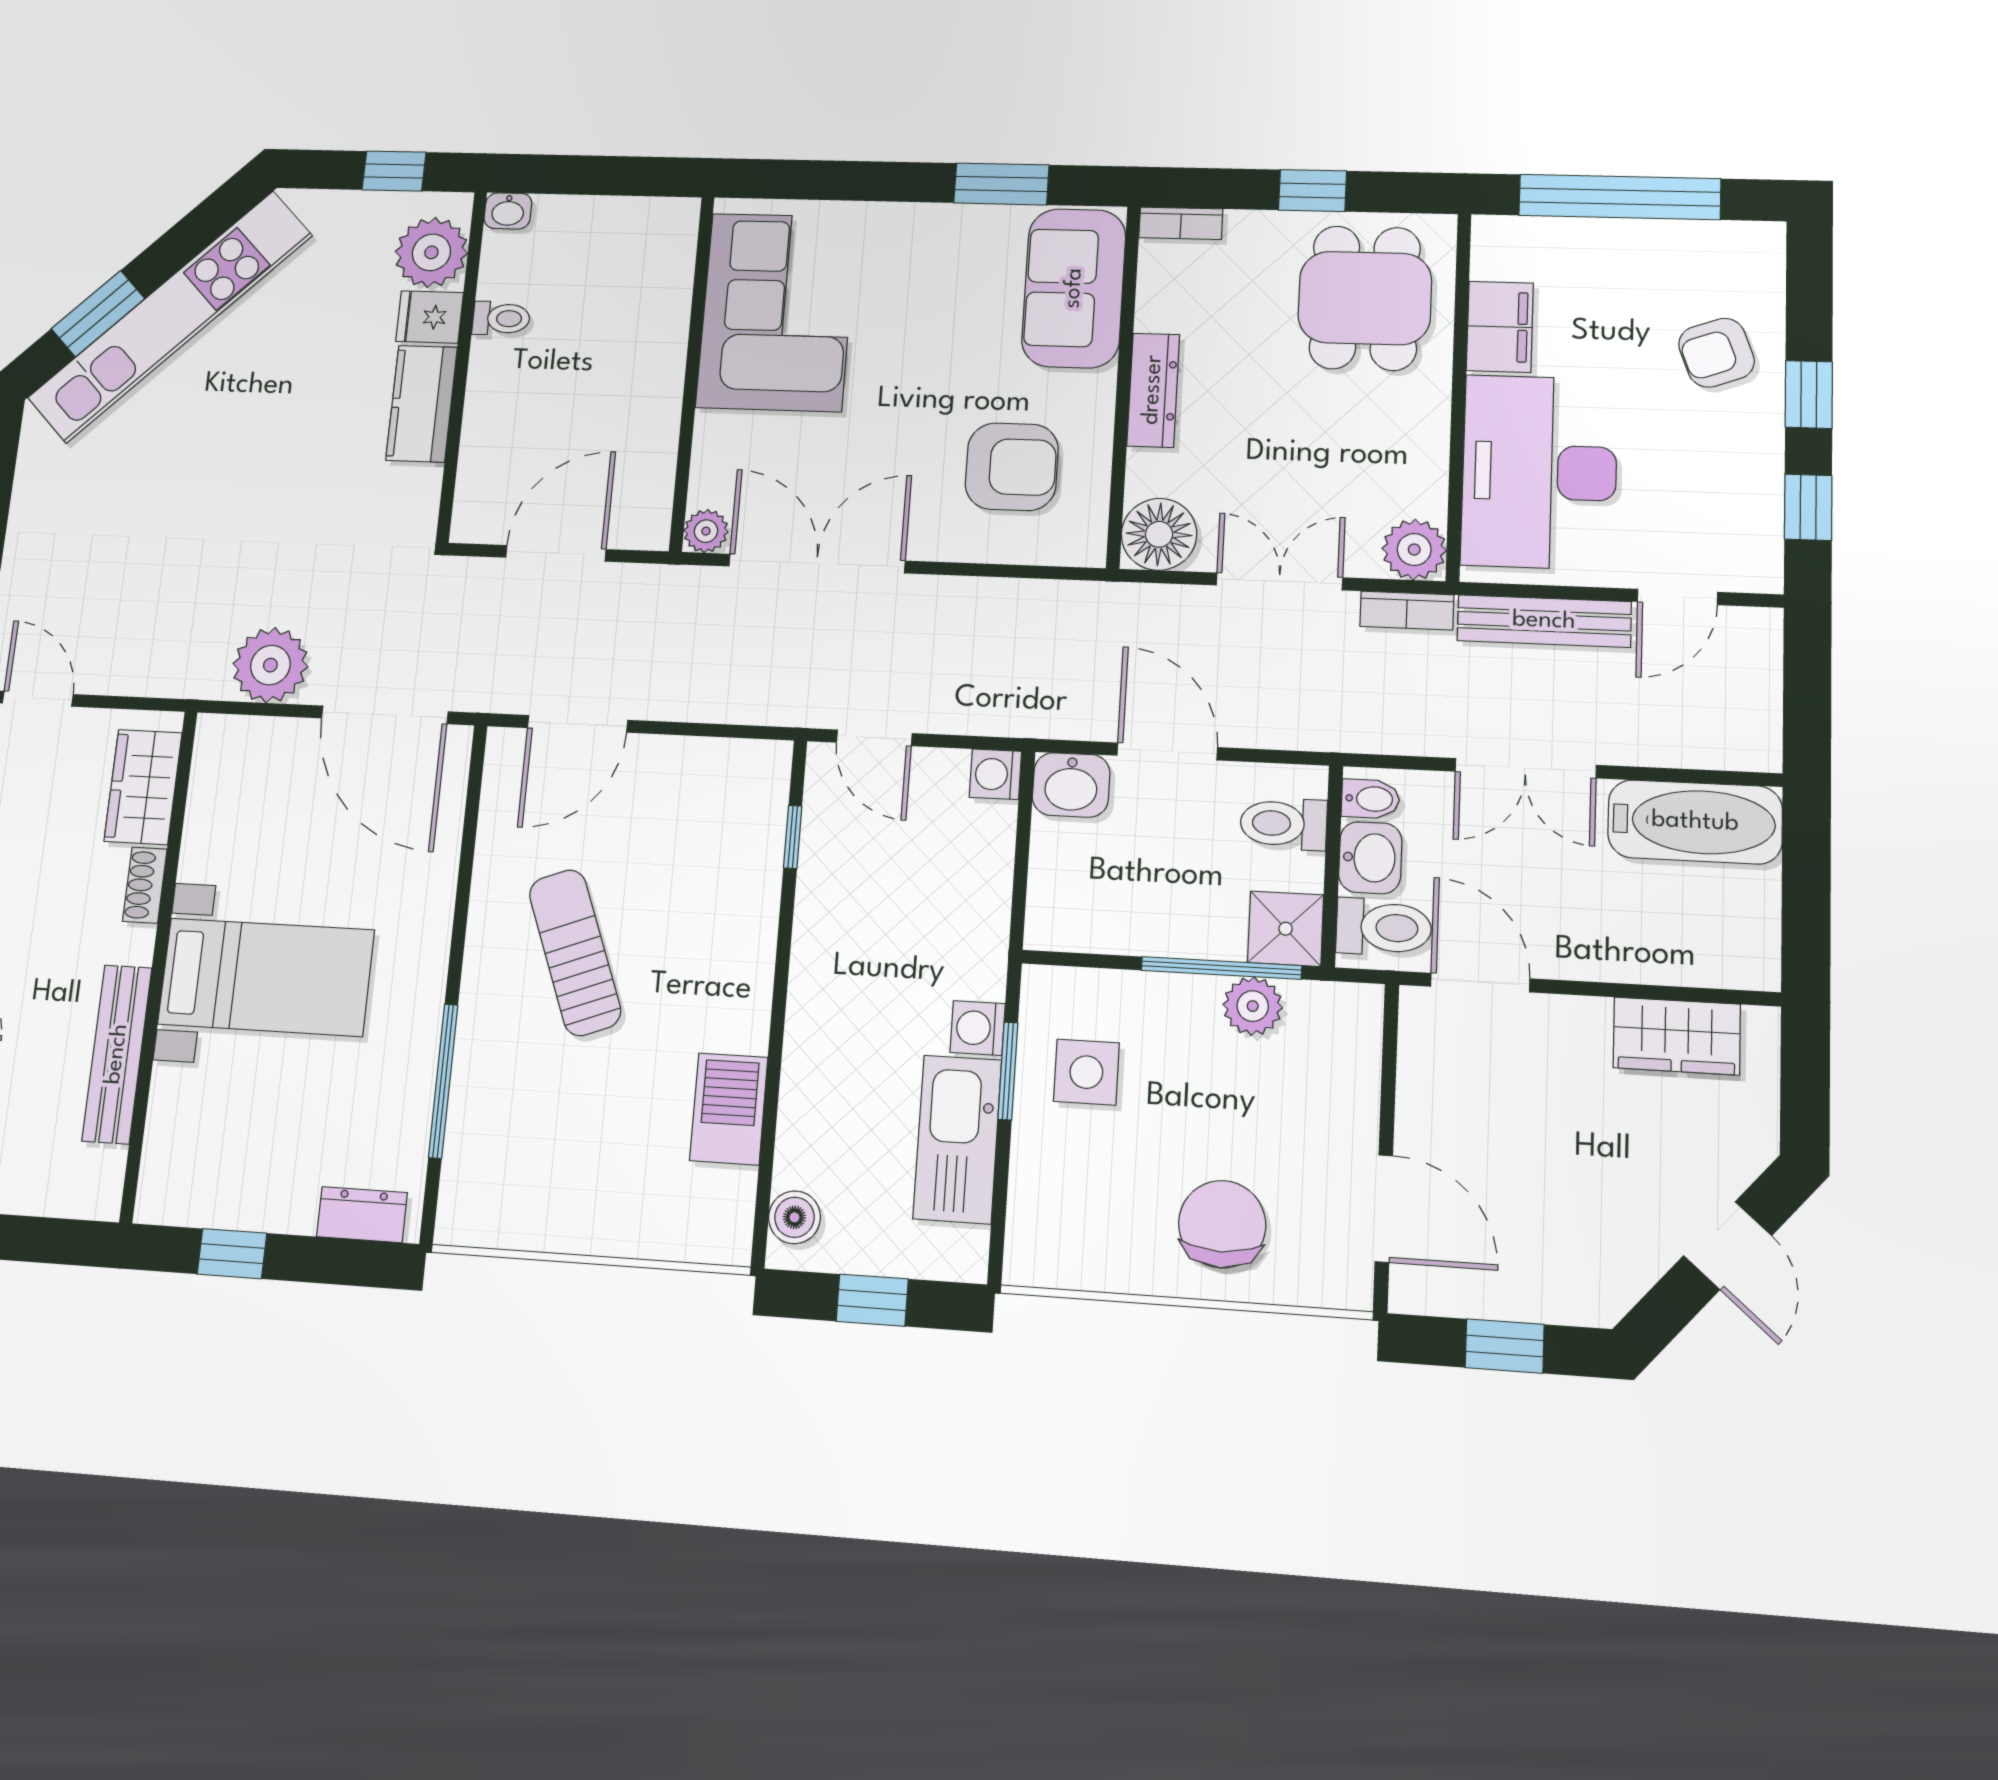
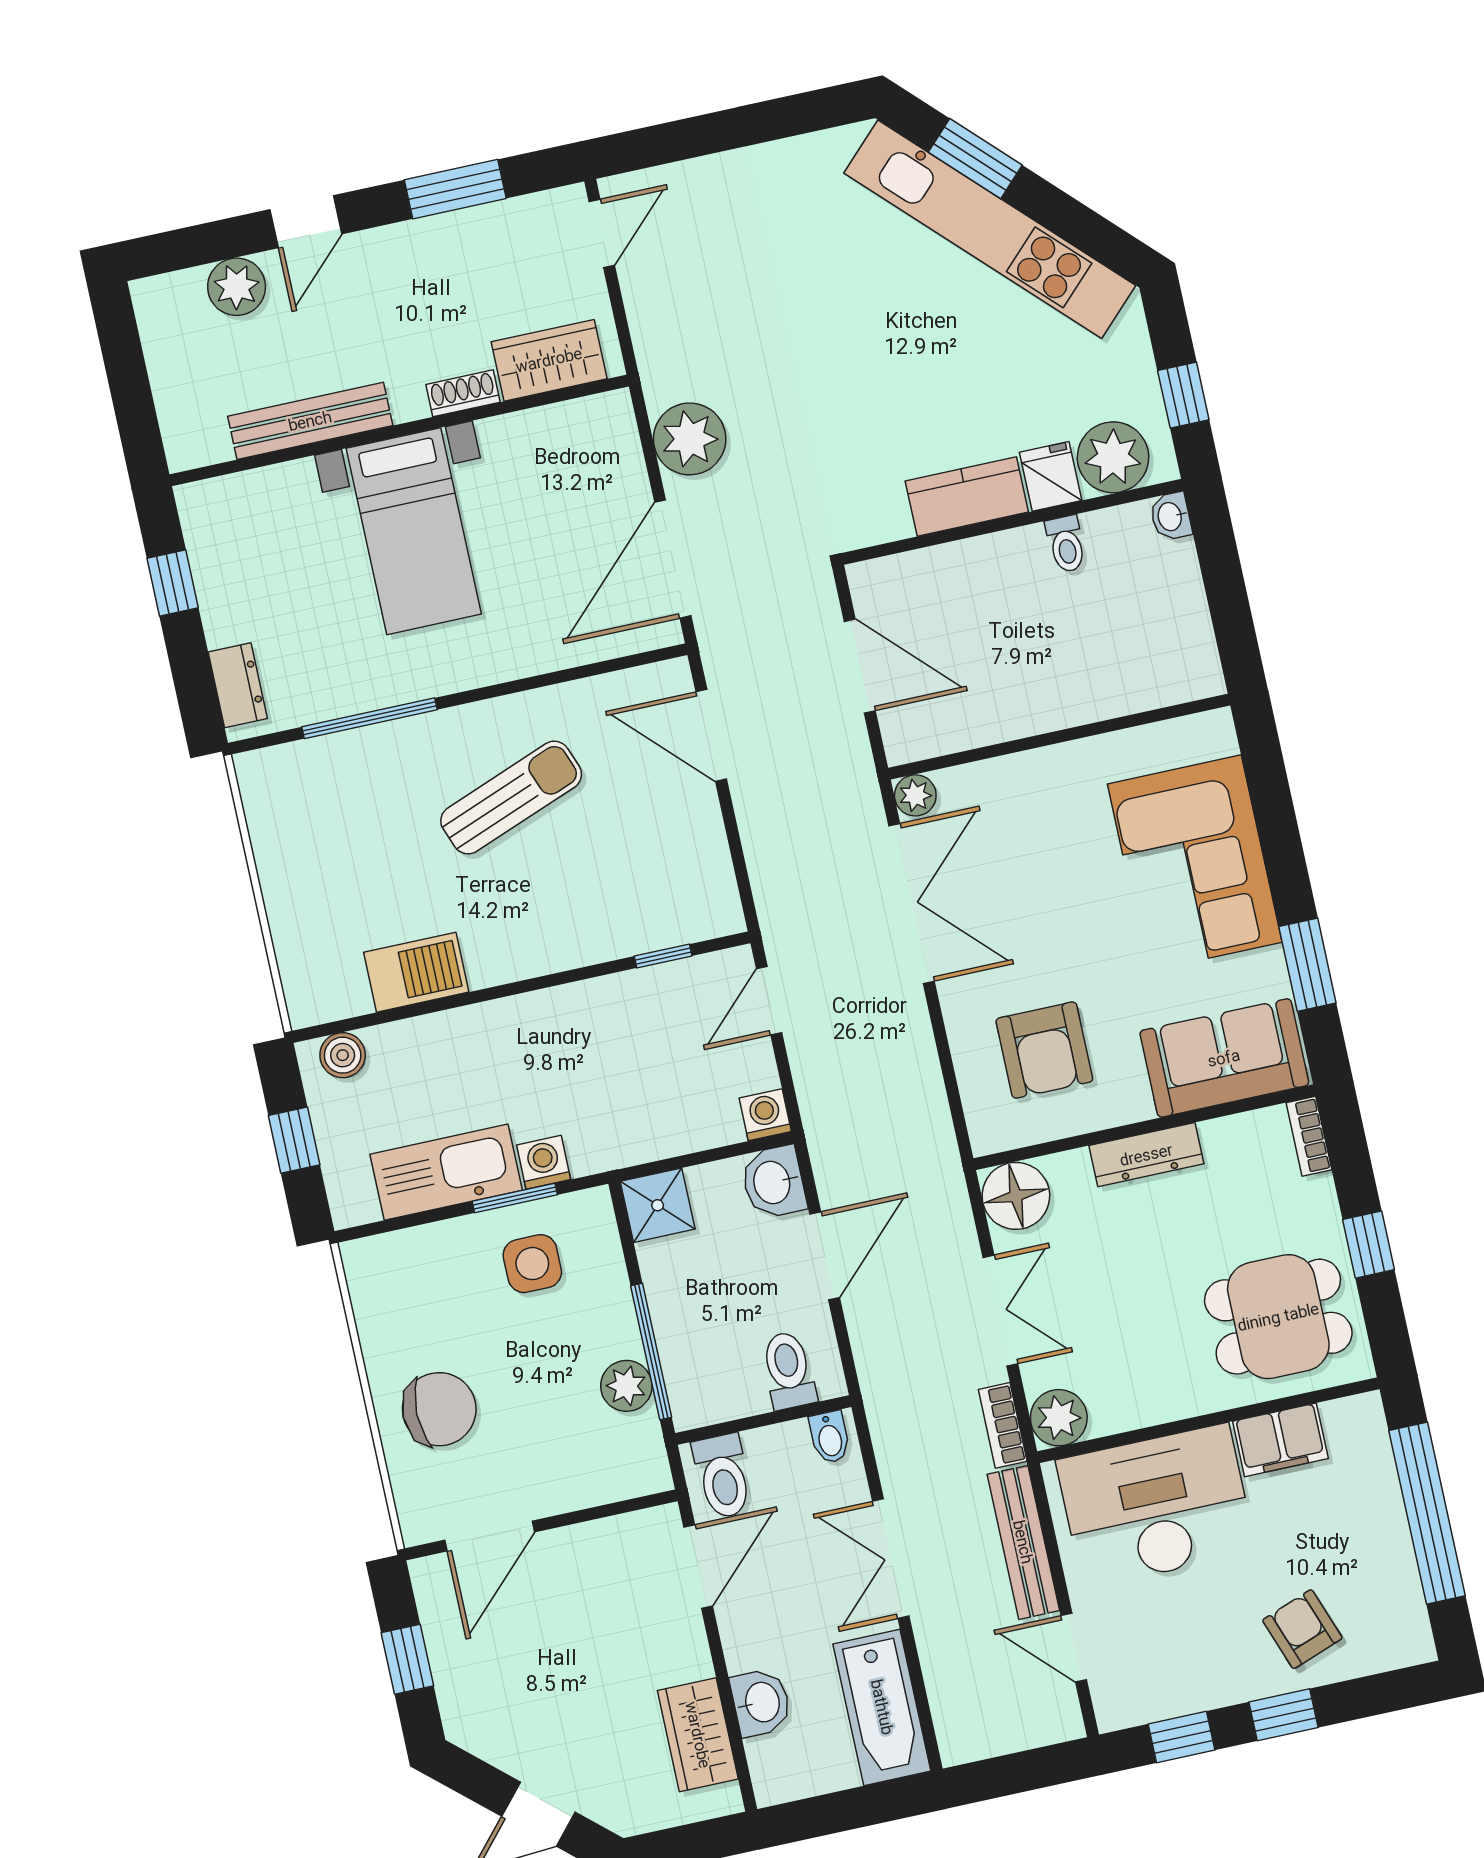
corner sofa: (776, 312) -> (1195, 863), moved, turned 90
washbasin: (1370, 858) -> (761, 1702), moved, turned -90
shower: (1286, 929) -> (658, 1205), moved

